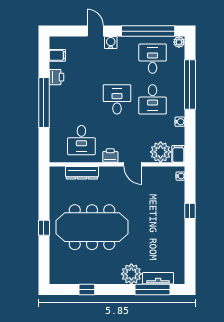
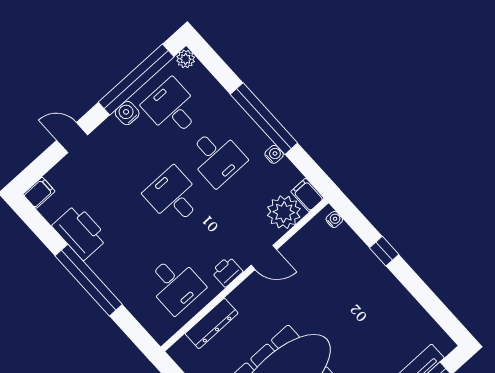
water cooler: (111, 43) -> (127, 113), moved
filing cabinet: (57, 55) -> (39, 193), moved
printer: (56, 77) -> (80, 232), width x1.87, depth x1.48
window: (190, 84) -> (264, 119), moved

